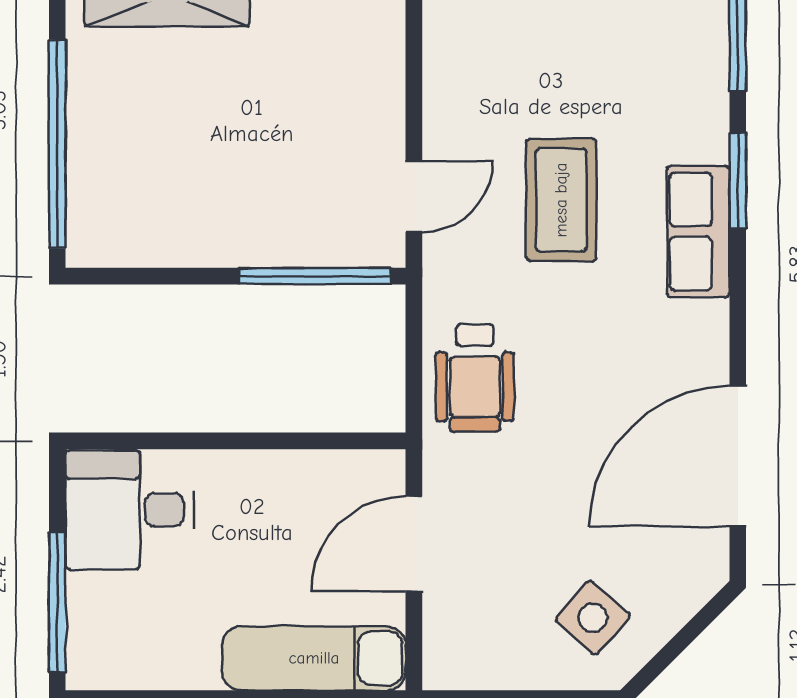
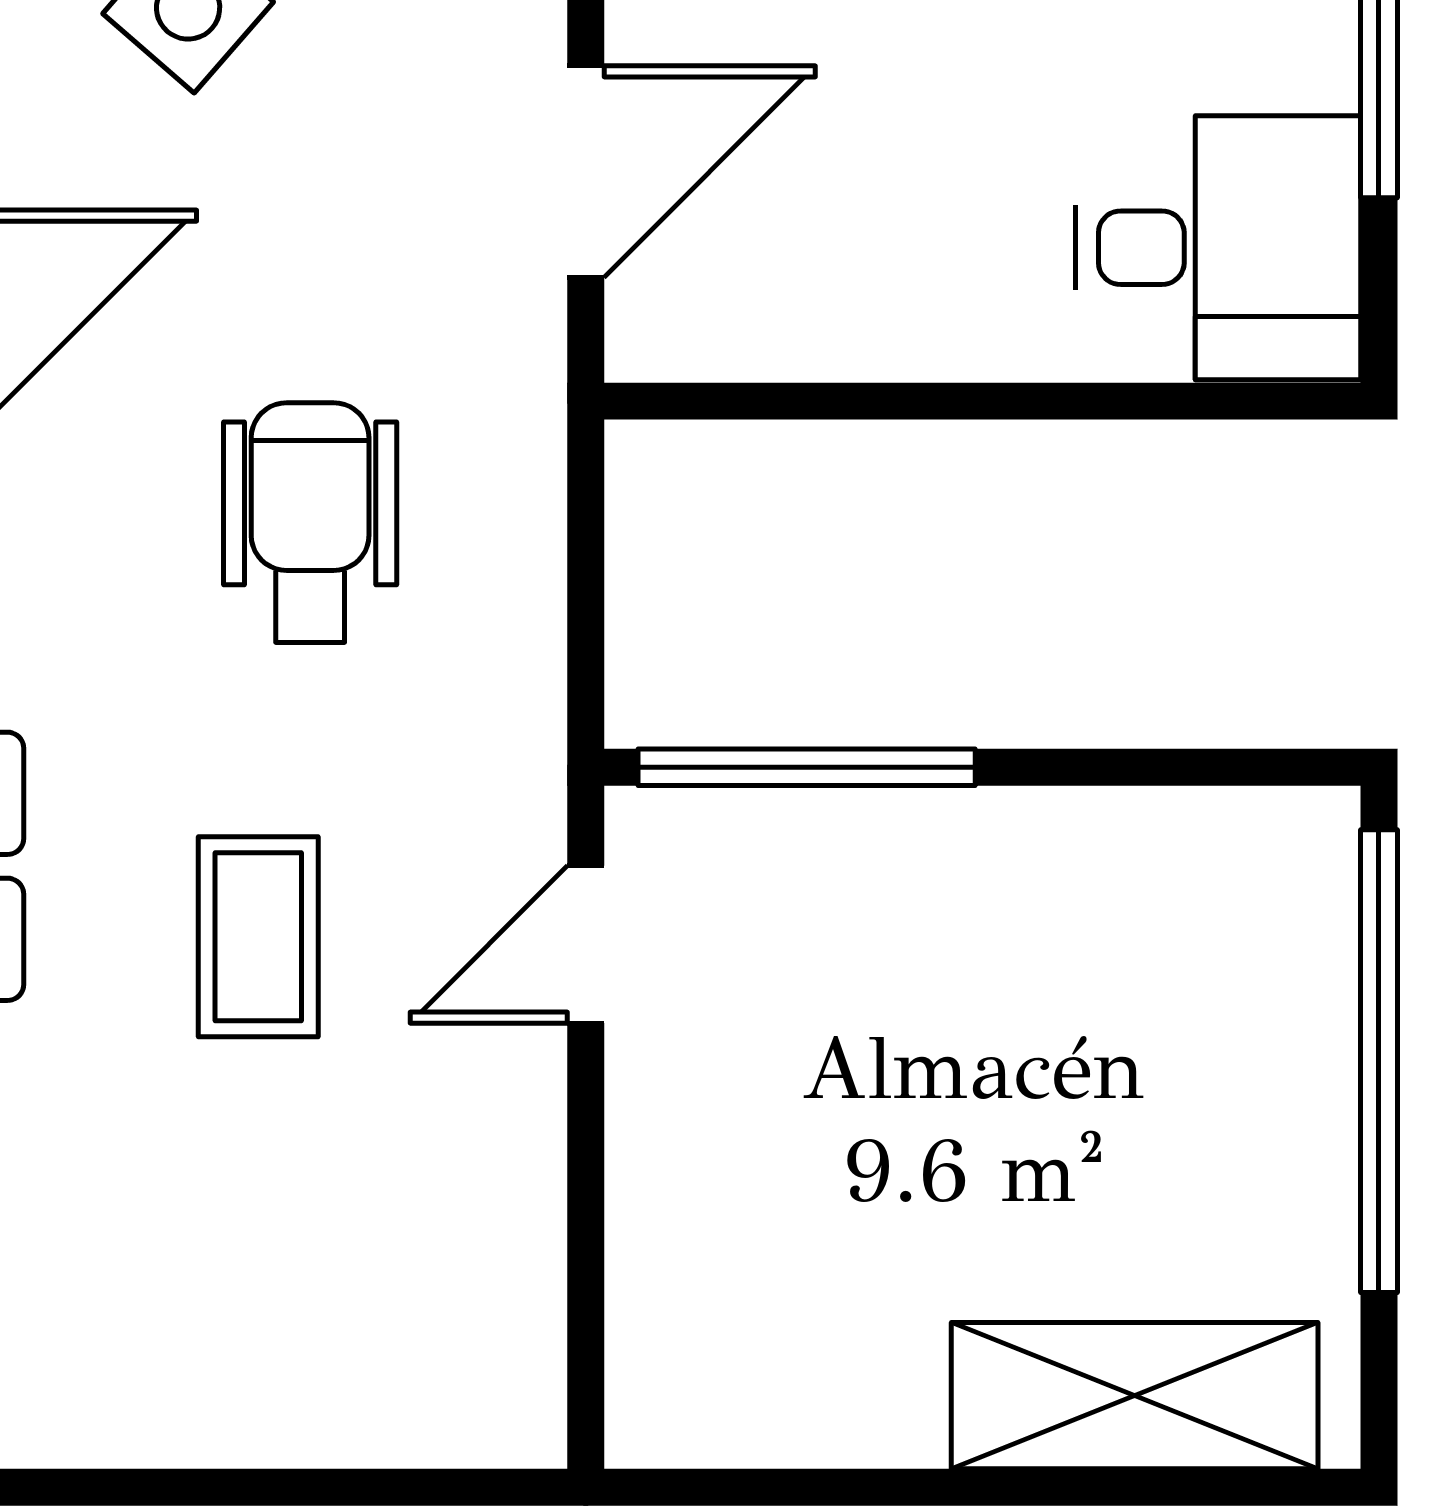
coffee table: (561, 200) -> (258, 937), width x0.73, depth x0.77
wheelchair: (475, 378) -> (310, 523), moved

